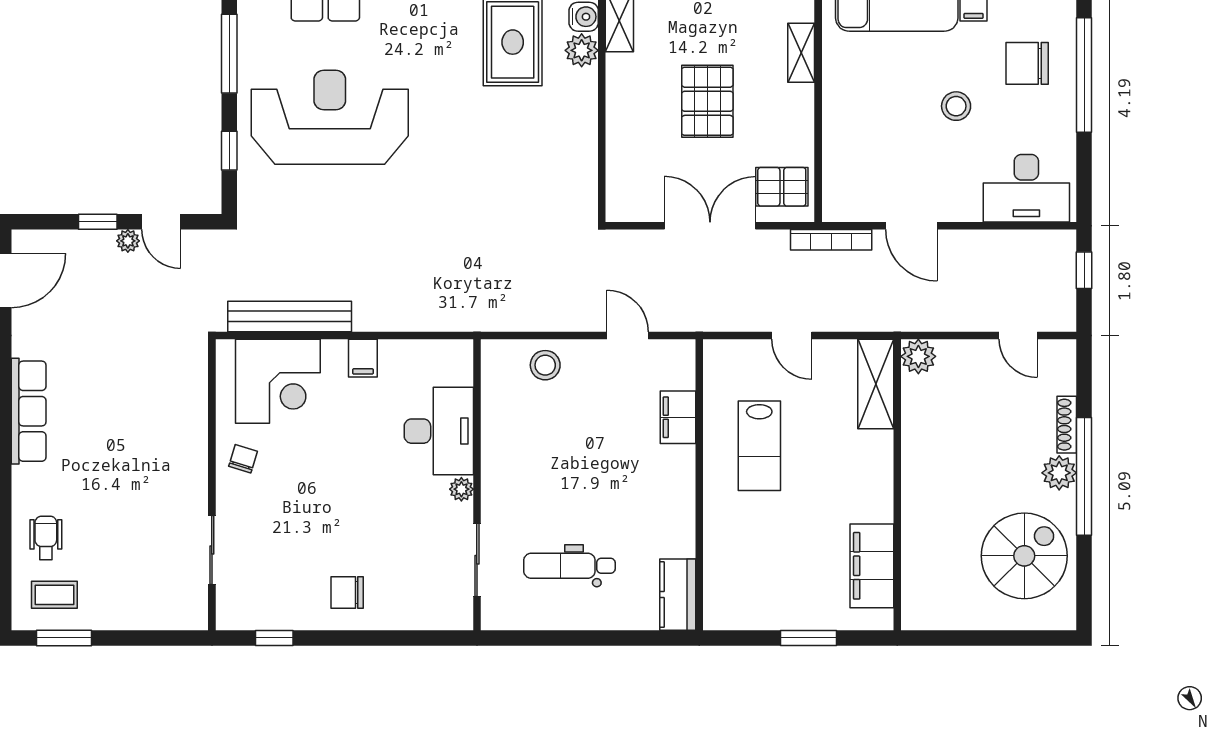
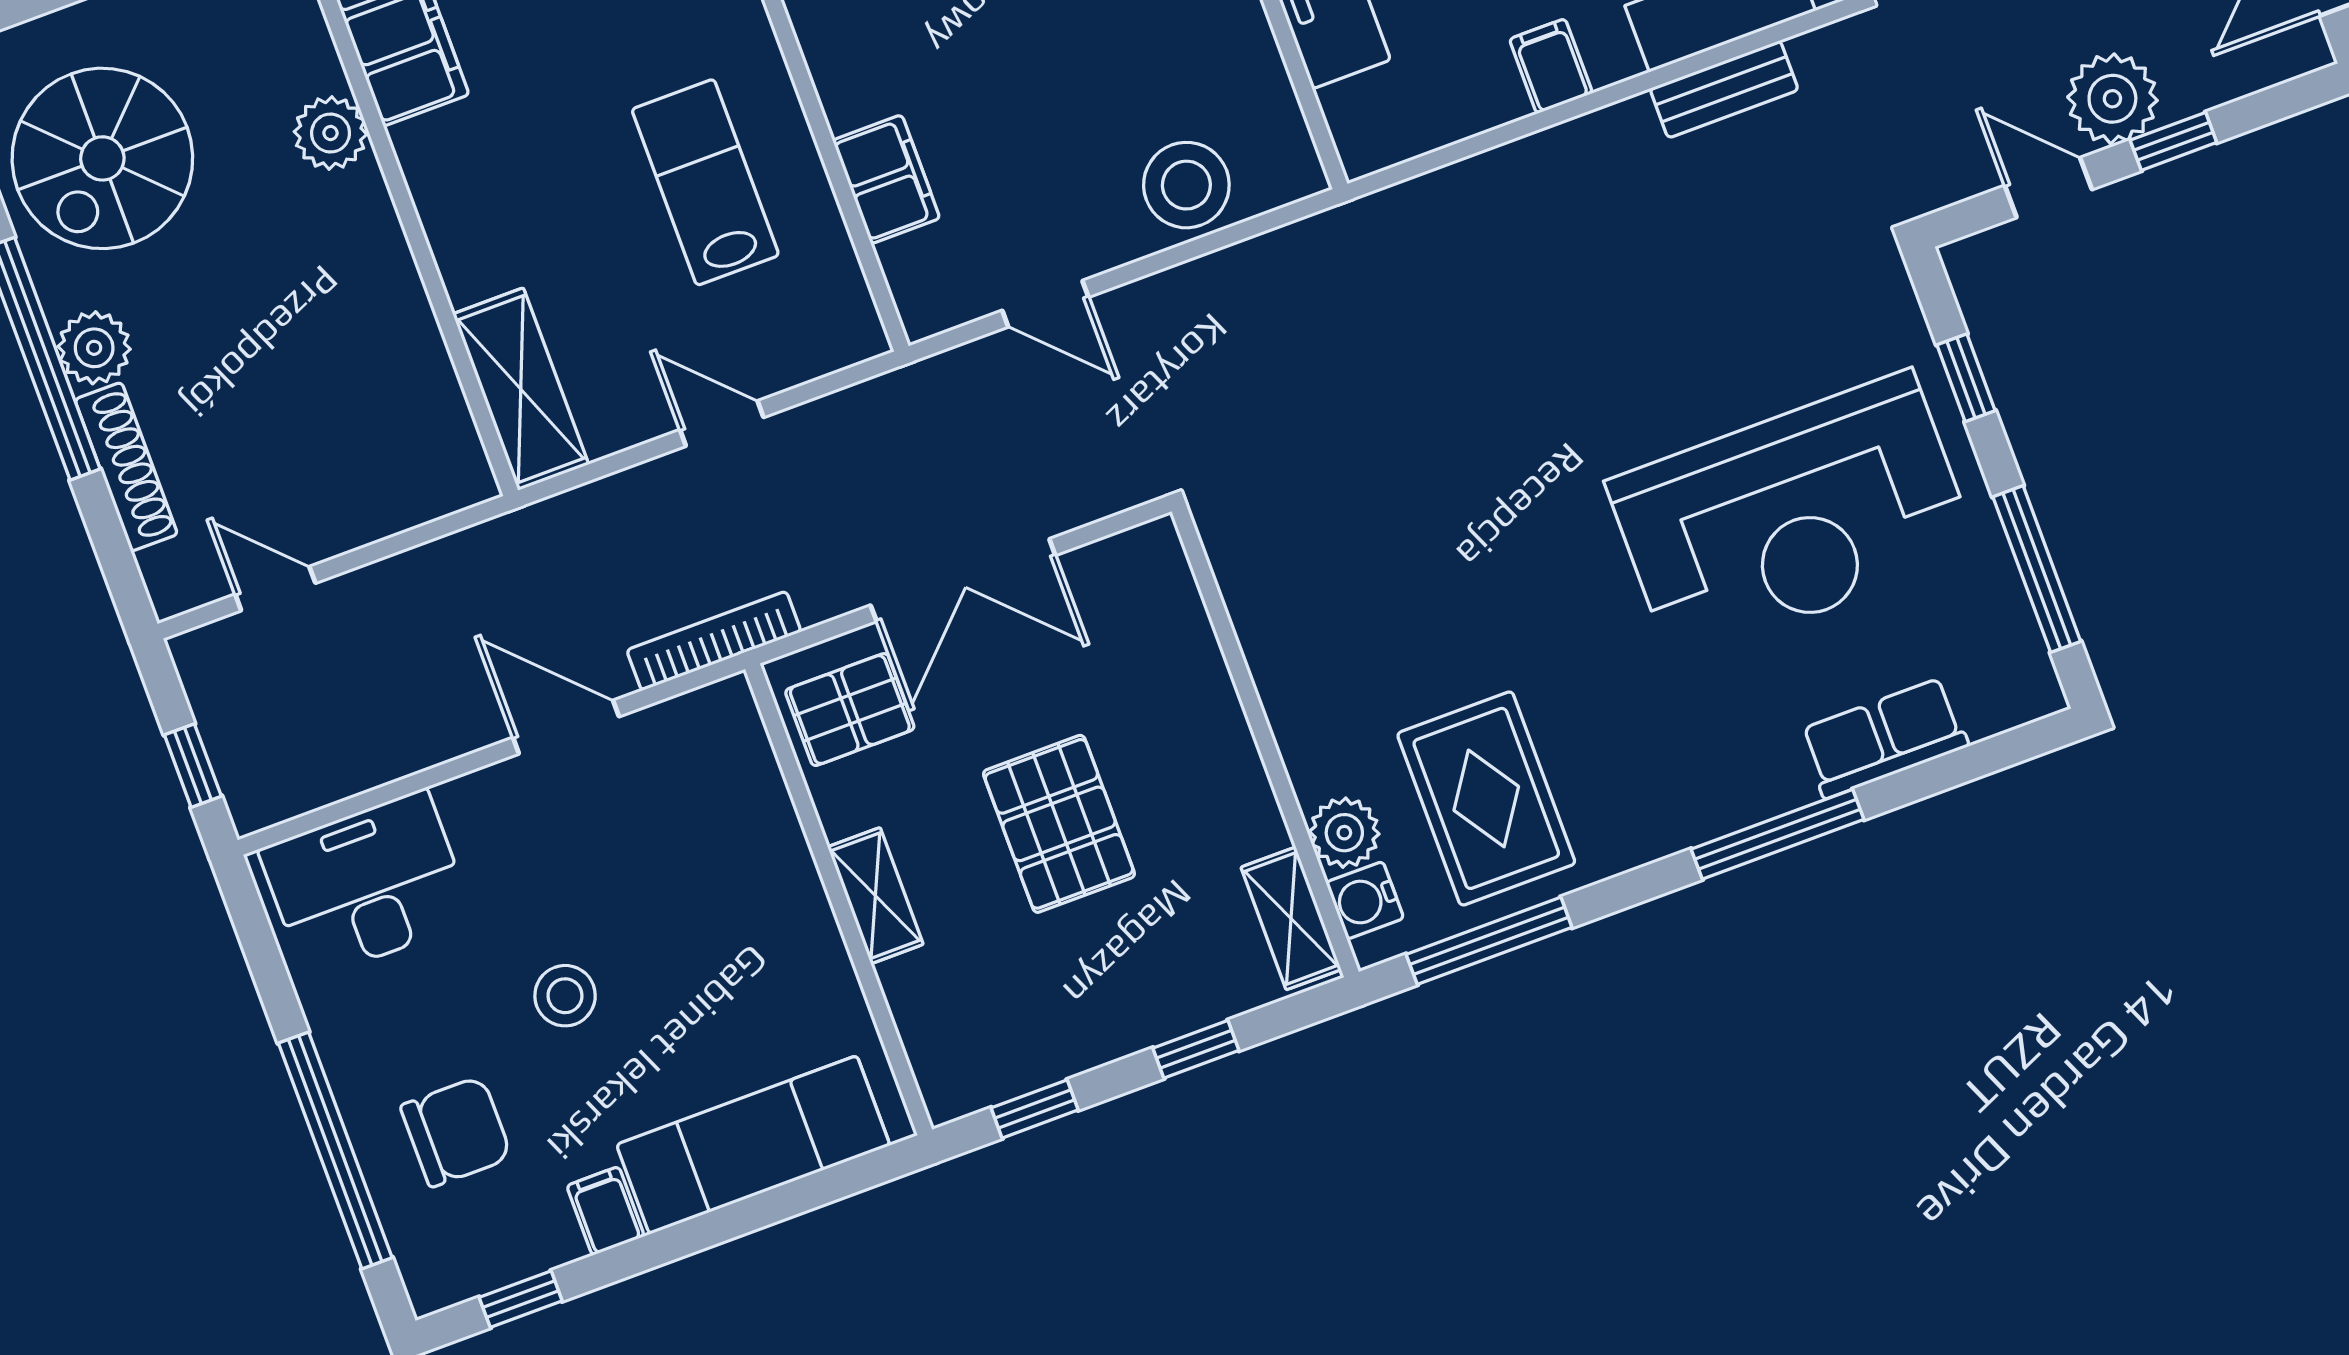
shelving: (801, 53) -> (875, 896), moved
plant: (128, 241) -> (2112, 99), width x1.88, depth x1.88
bench: (290, 316) -> (1724, 89), width x0.54, depth x0.82
plant: (918, 356) -> (331, 133), moved
stool: (545, 365) -> (1186, 185), width x1.38, depth x1.38
shoe rack: (1067, 425) -> (126, 467), width x1.36, depth x1.24

